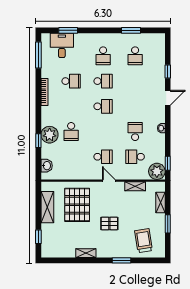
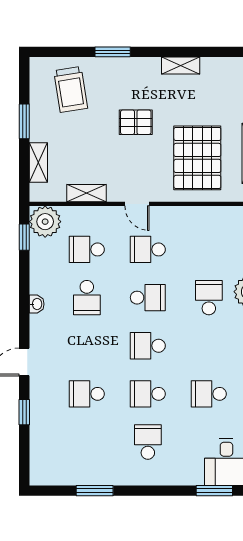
school desk: (135, 56) -> (87, 394), moved, turned -90
school desk: (103, 132) -> (148, 298), added
school desk: (135, 157) -> (87, 249), turned 180

